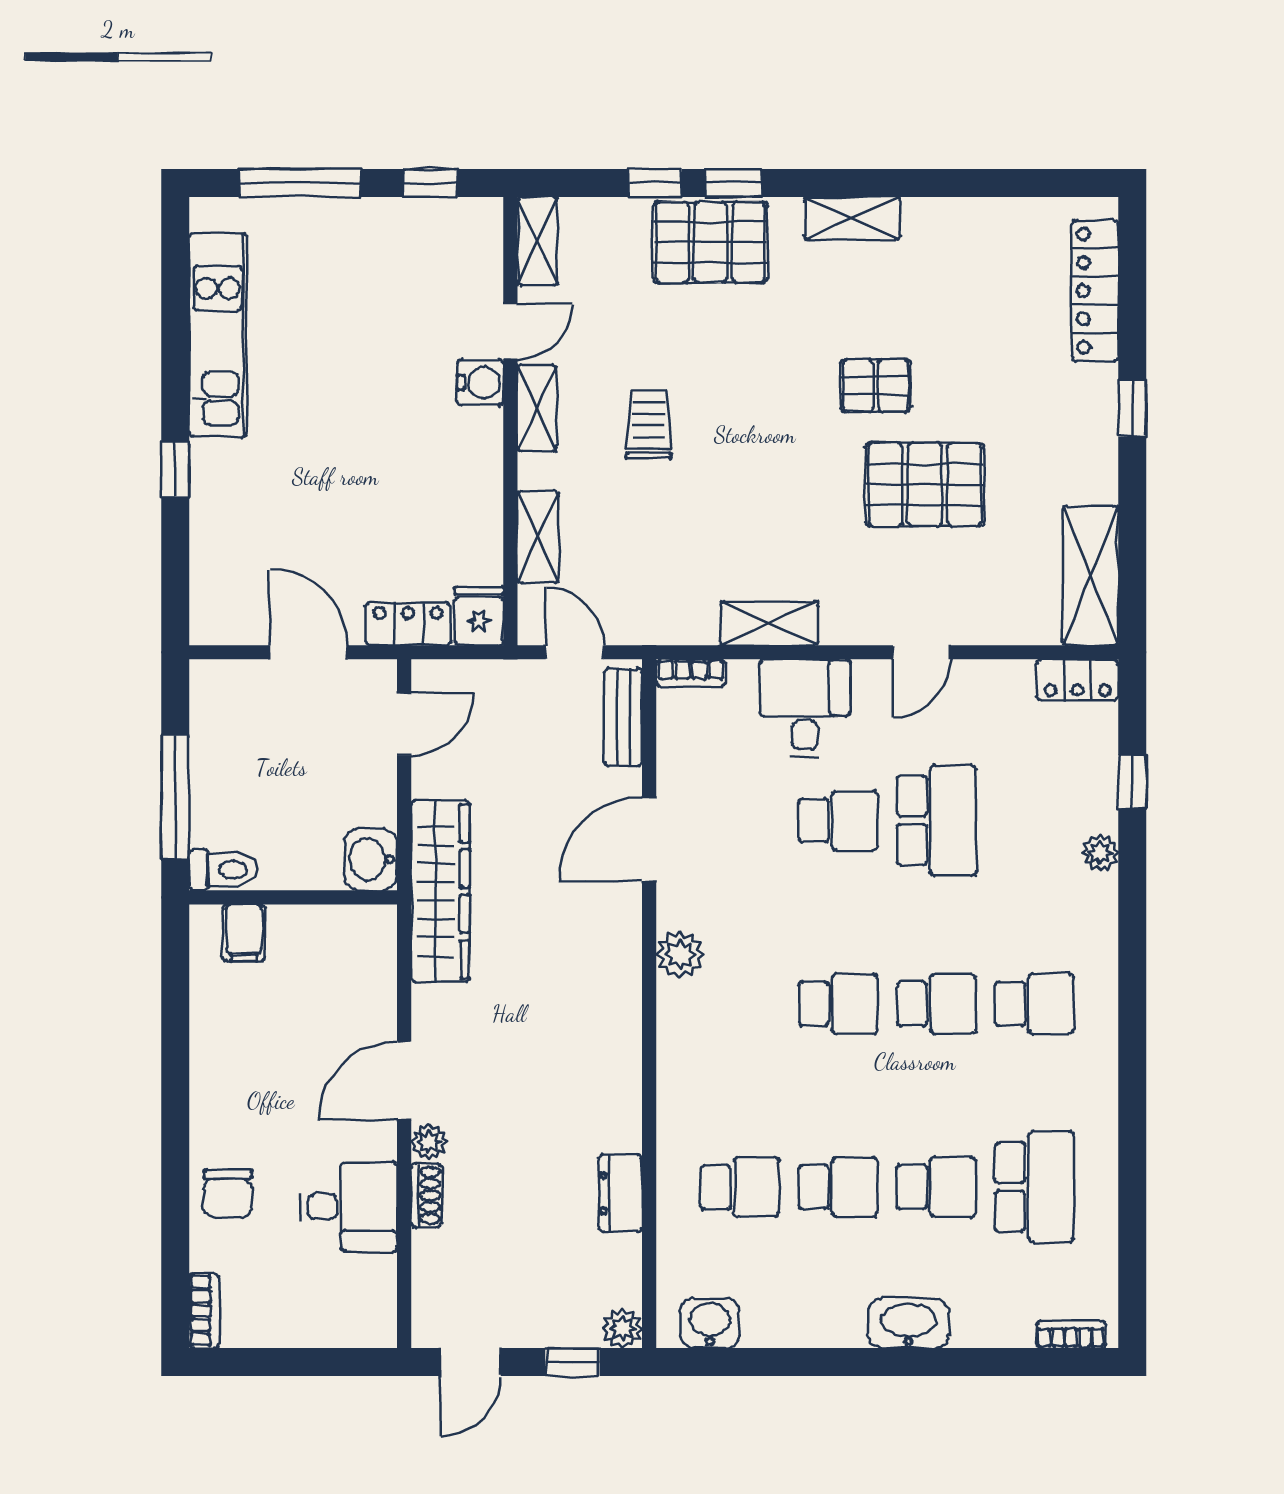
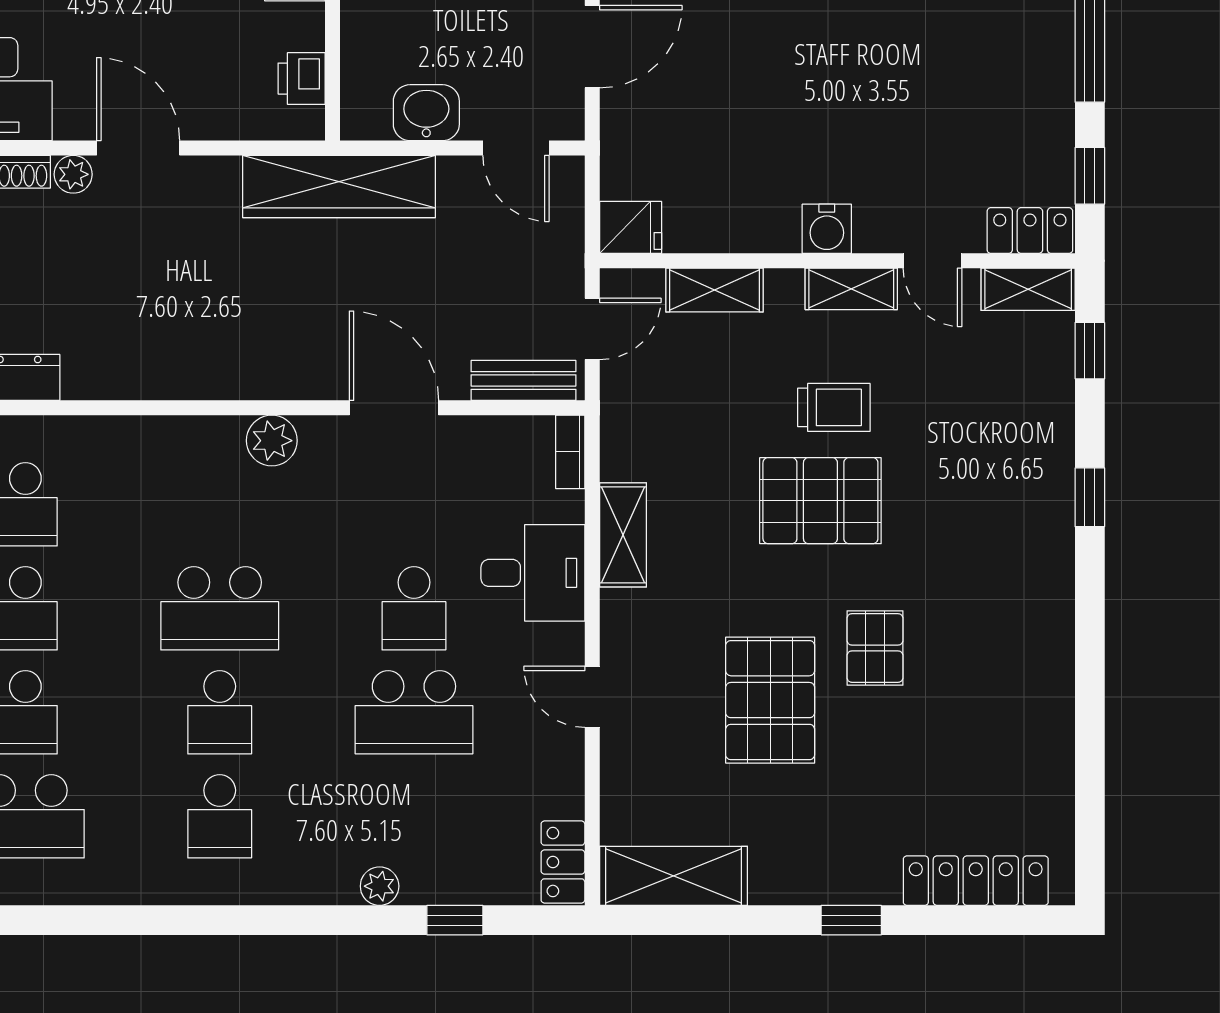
window: (655, 183) -> (1090, 351), moved
shelving: (852, 218) -> (1052, 623), removed
pallet: (710, 242) -> (820, 501), moved, turned 90
water cooler: (480, 383) -> (827, 229), moved
locker: (408, 624) -> (1030, 231), moved, turned -90
washbasin: (371, 859) -> (426, 113), moved
printer: (339, 926) -> (302, 79), added
school desk: (838, 1004) -> (220, 608), width x1.85

